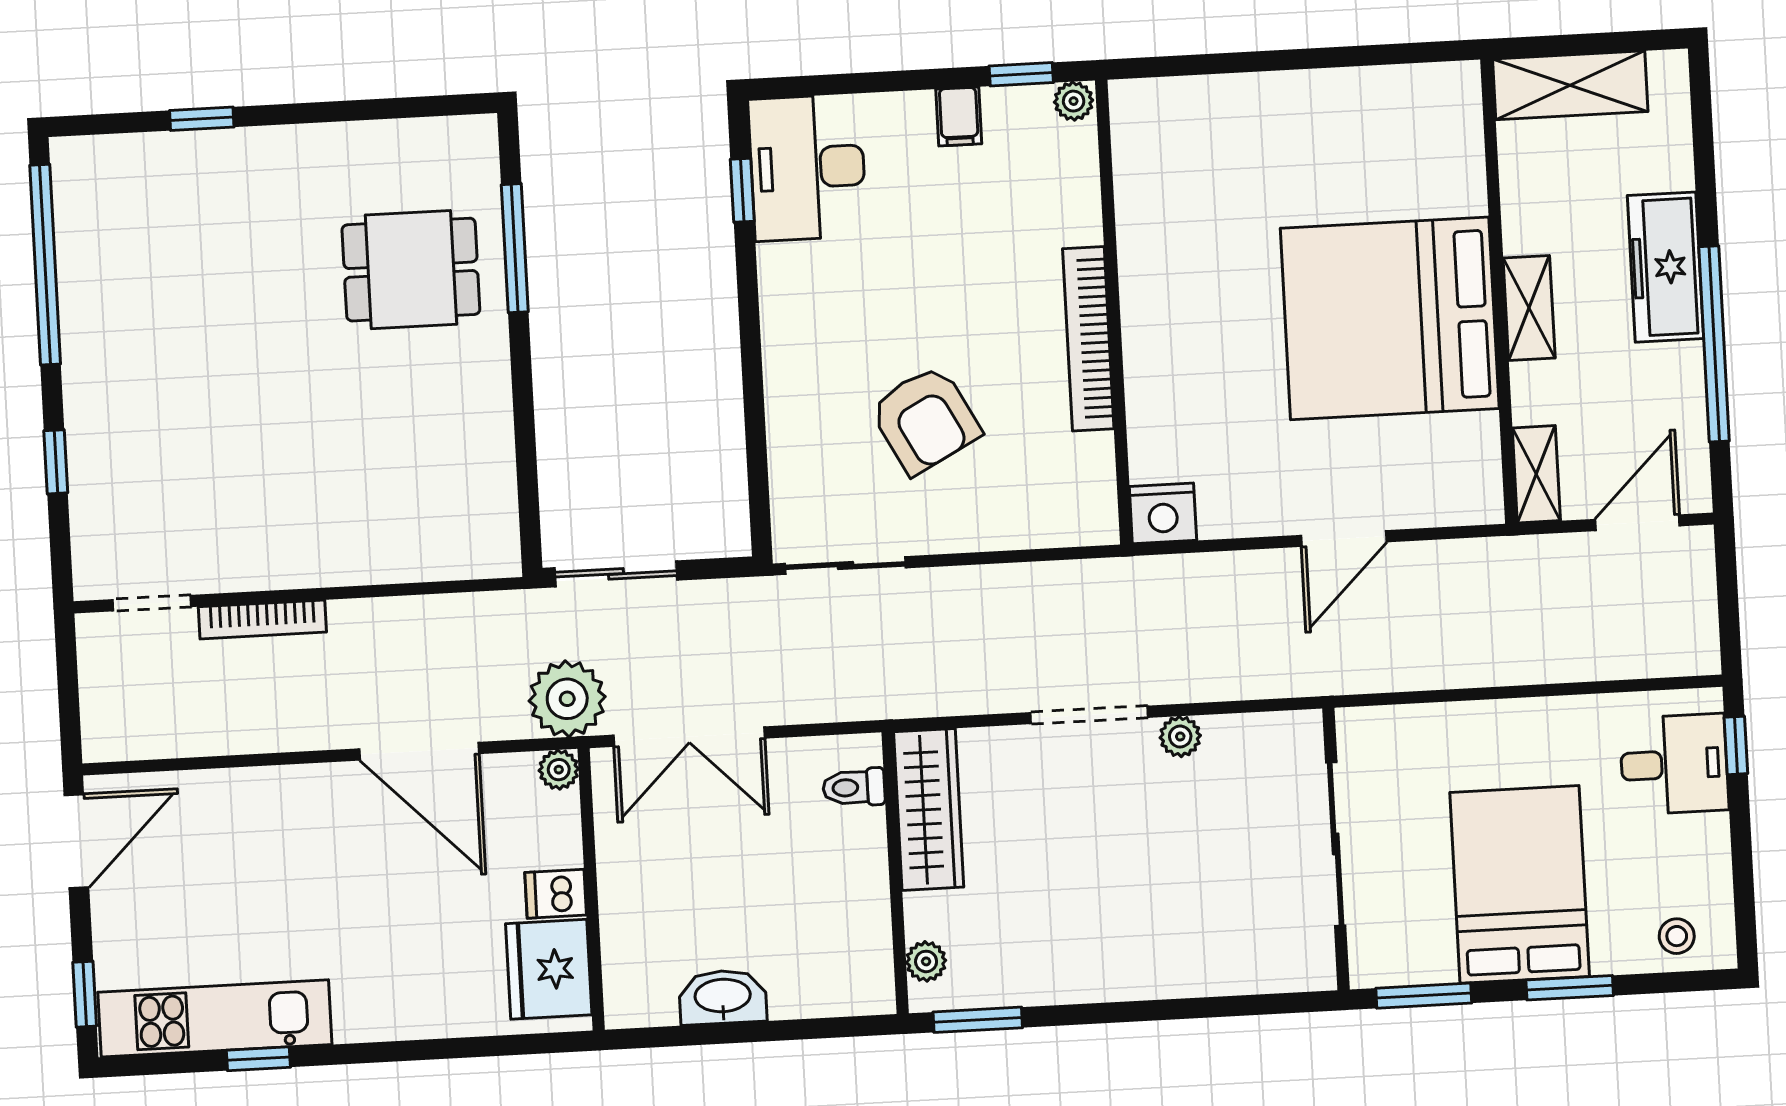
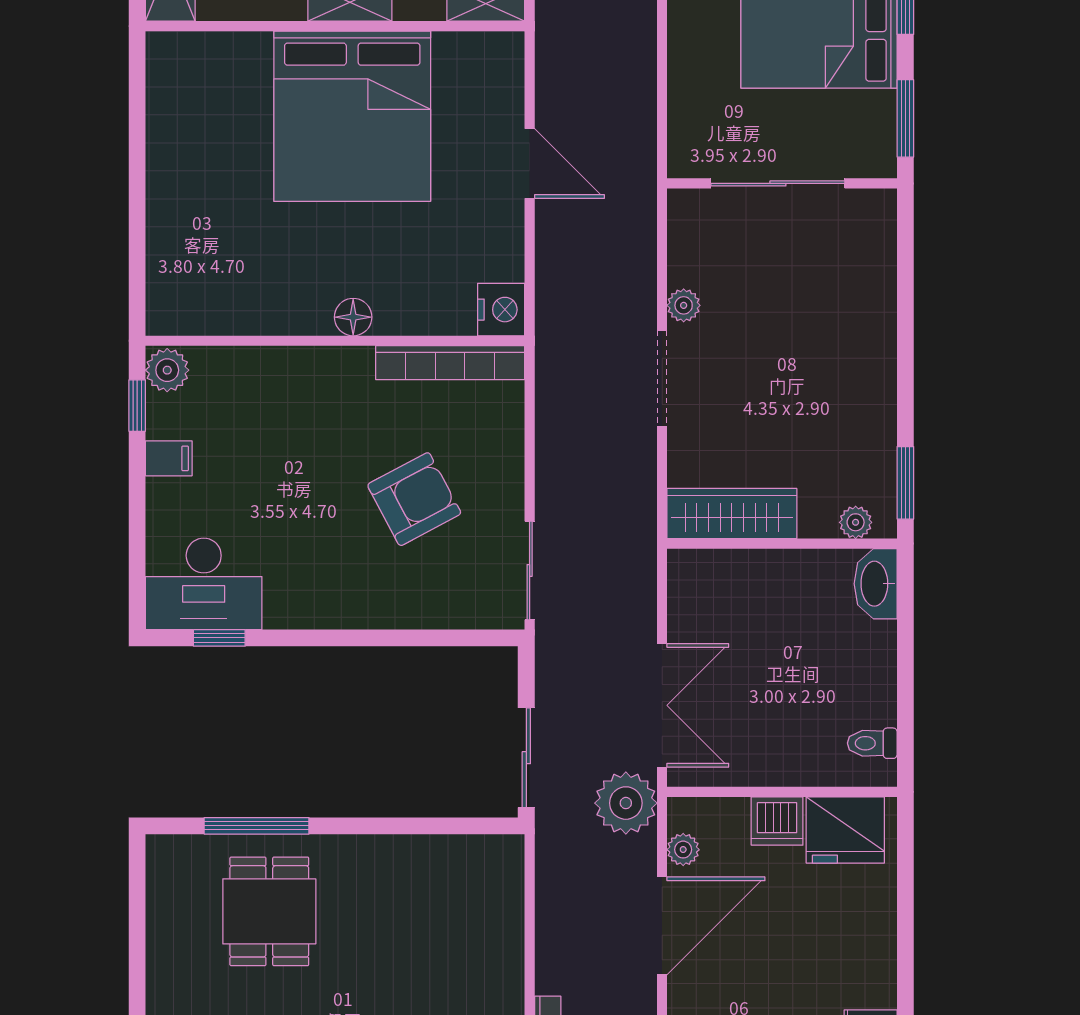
plant: (1074, 101) -> (167, 370), width x1.38, depth x1.38
floor lamp: (1144, 333) -> (353, 317), added
bookcase: (1088, 339) -> (450, 363), moved
plant: (559, 770) -> (683, 850), moved
toilet: (854, 787) -> (872, 743), moved, turned 90
dishwasher: (556, 894) -> (777, 821), width x1.38
washbasin: (723, 997) -> (876, 584), moved

